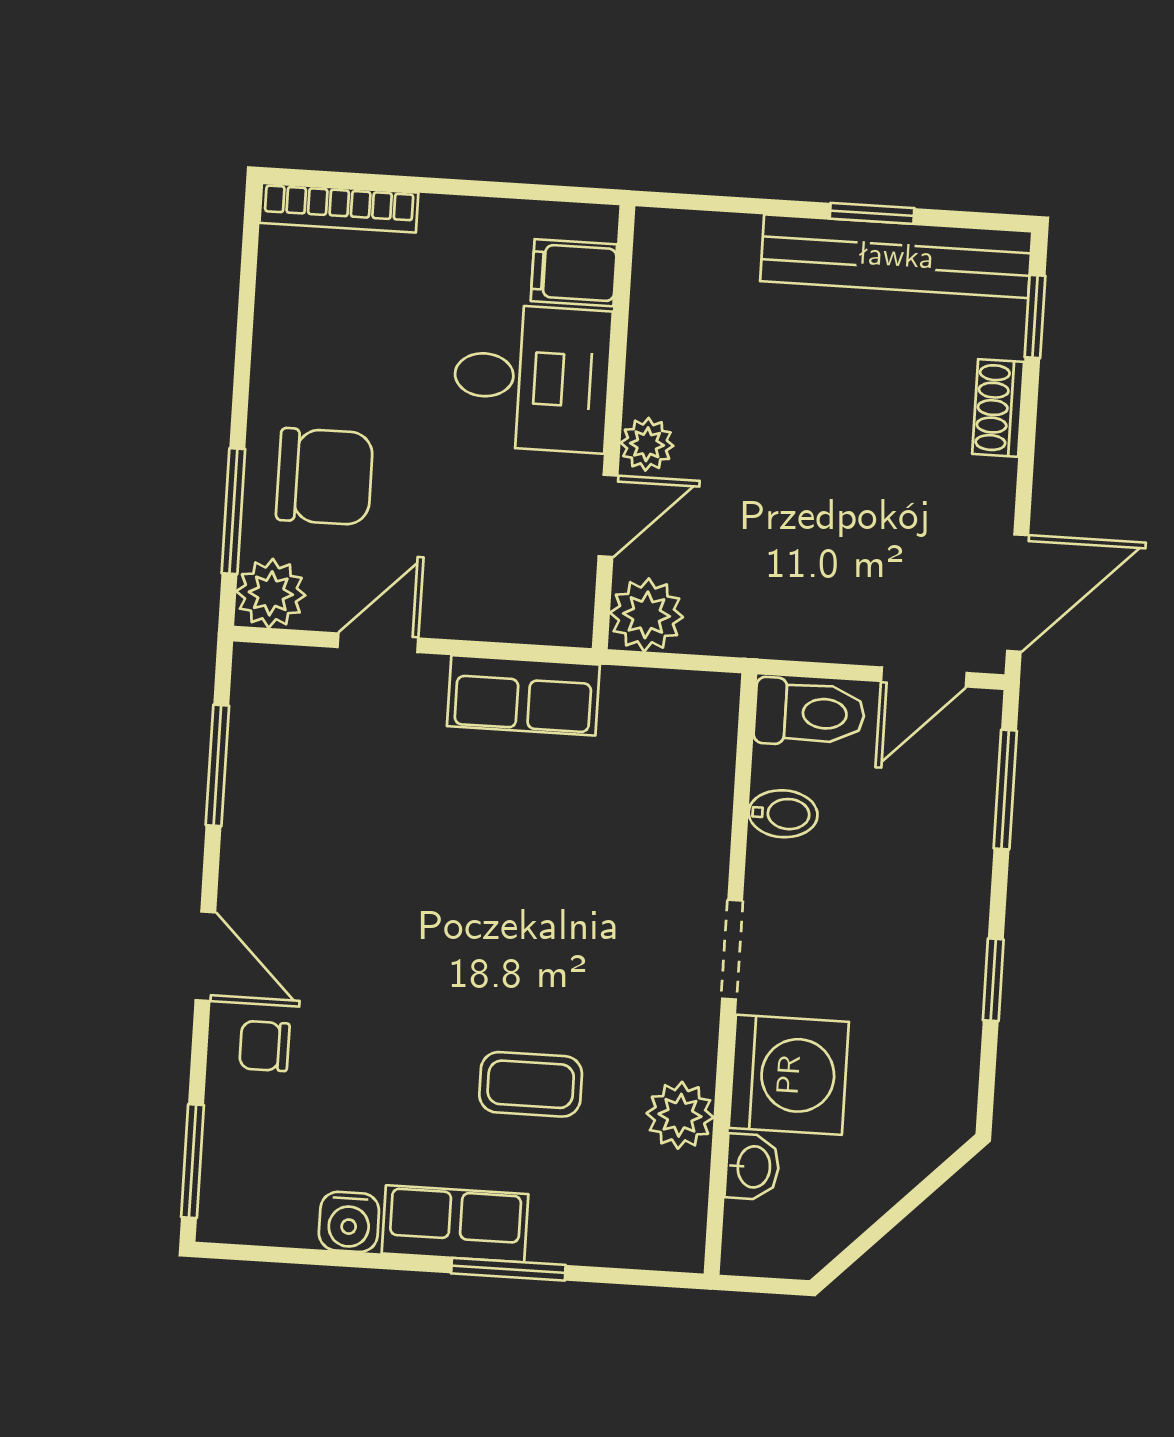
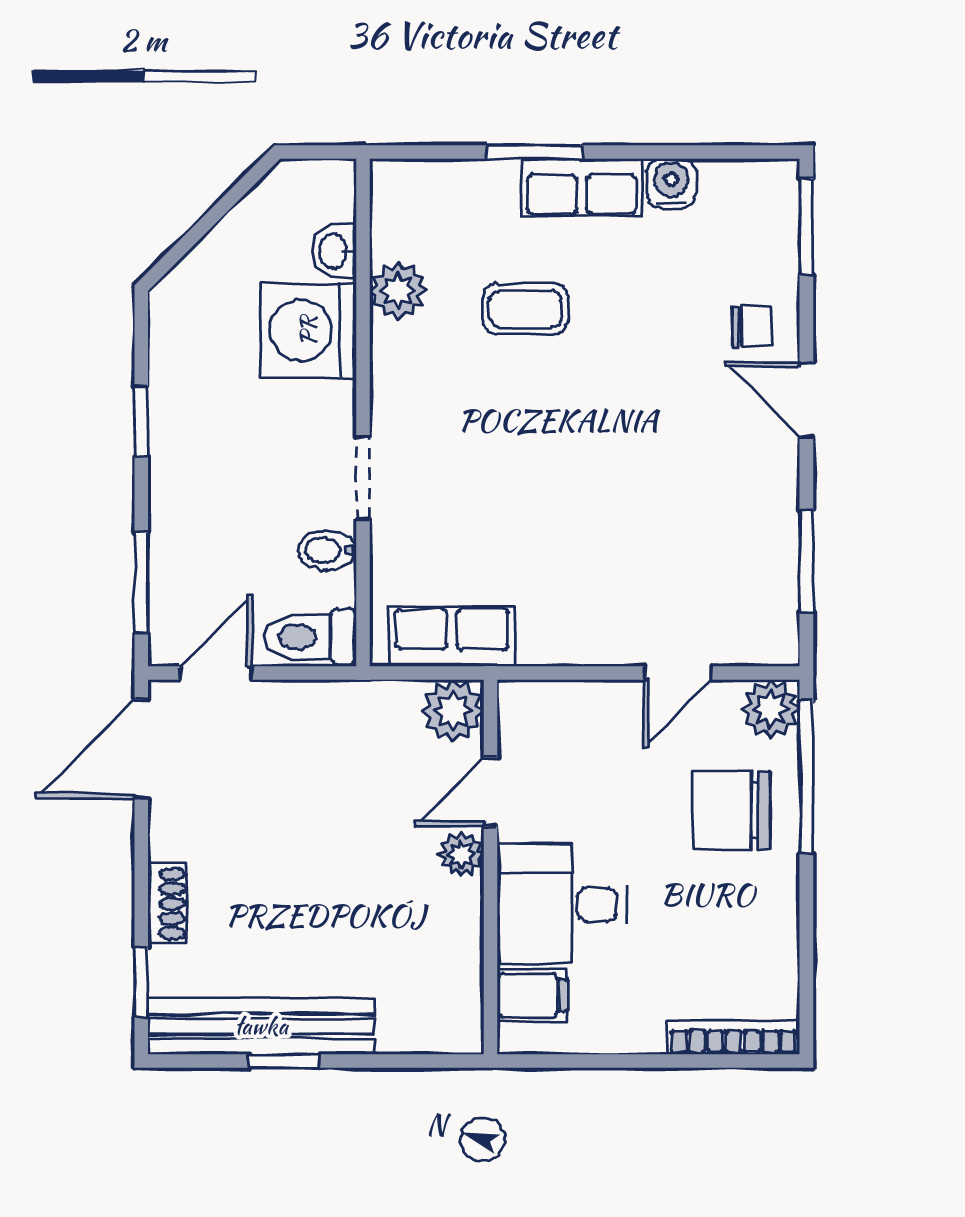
window: (233, 511) -> (806, 776), width x1.44
row of seats: (523, 695) -> (452, 636), moved
doorway: (732, 950) -> (363, 478), moved

